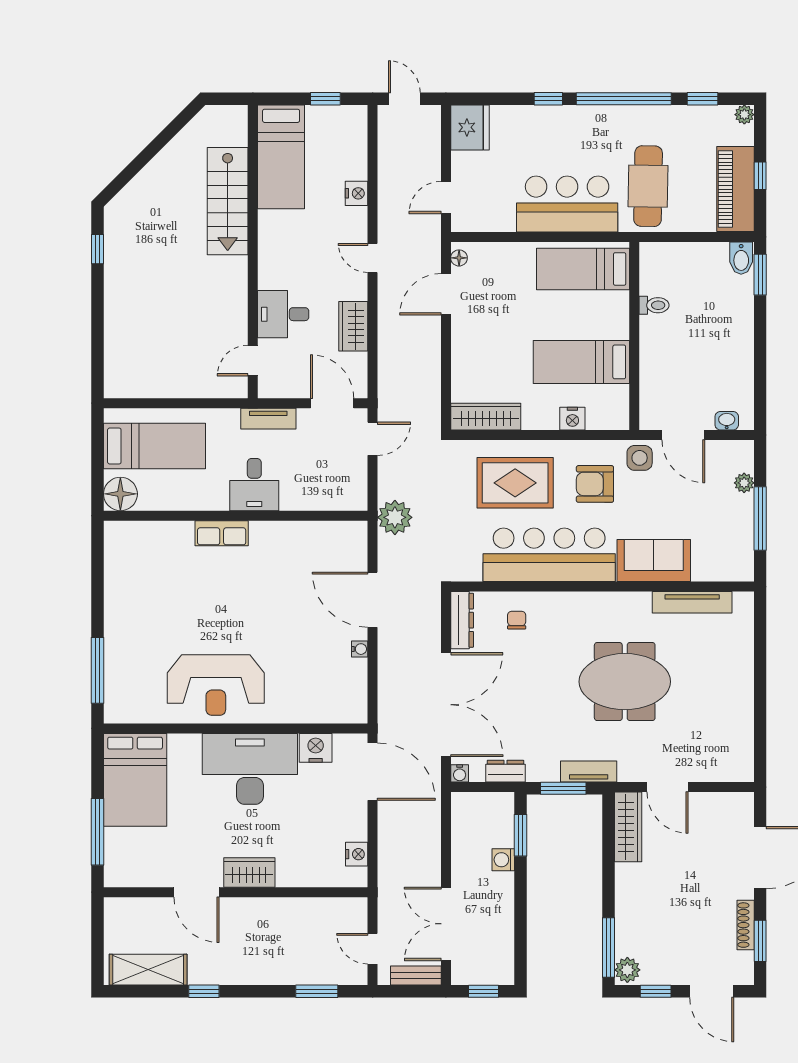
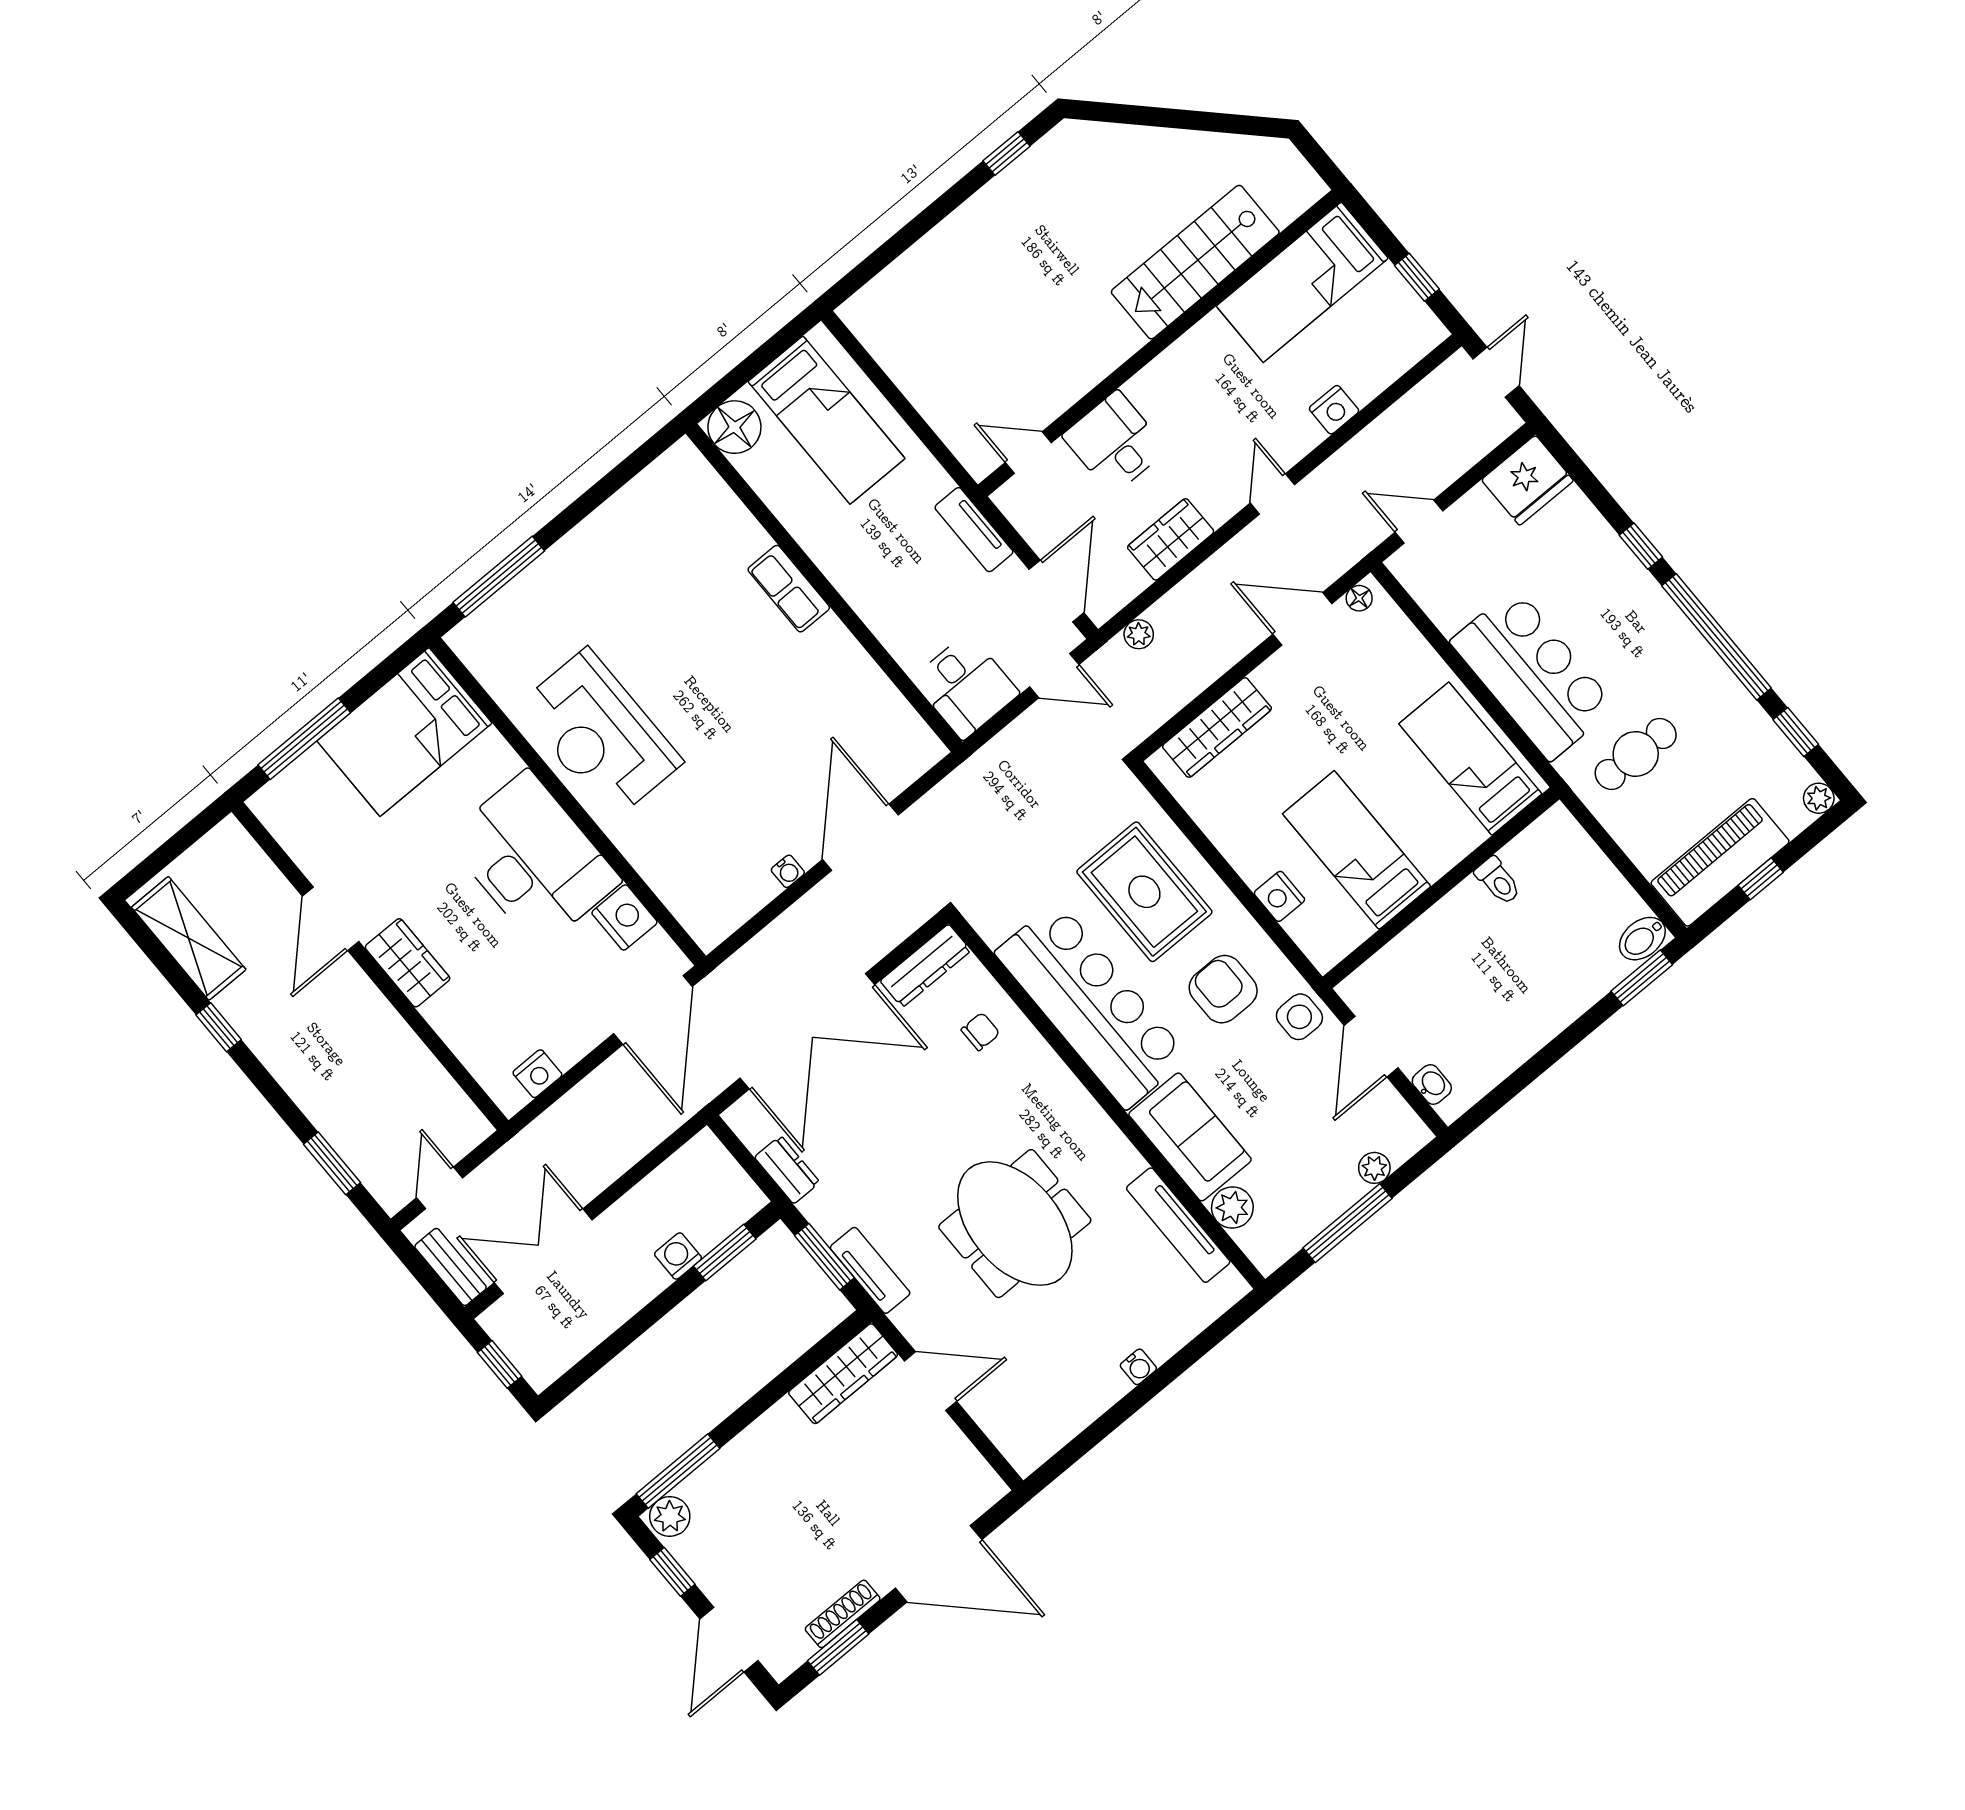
cafe table: (648, 186) -> (1636, 754), width x0.73, depth x0.74
wardrobe: (486, 417) -> (1217, 727), moved, turned 90
desk: (254, 485) -> (966, 686), moved, turned -90
plant: (395, 517) -> (1139, 634), moved, width x0.53, depth x0.53
plant: (706, 569) -> (1232, 1208), added
water cooler: (460, 773) -> (1138, 1367), moved, turned -90
door: (668, 787) -> (931, 1381), swing flipped

